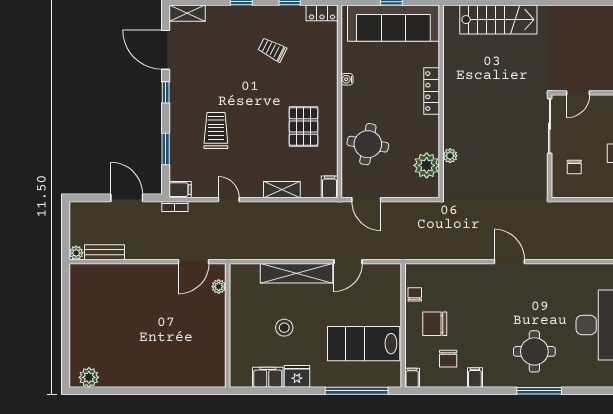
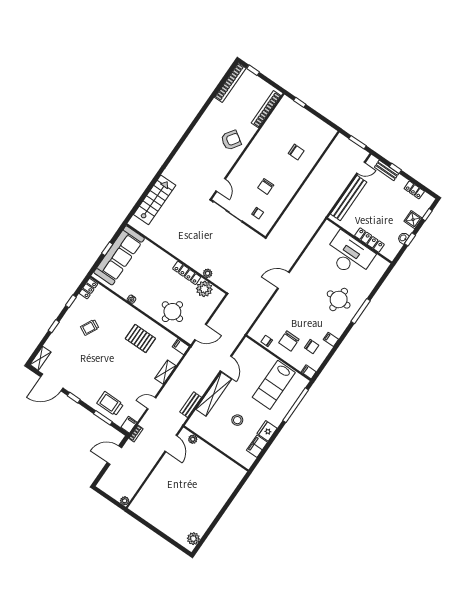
locker: (432, 91) -> (187, 273), moved
trolley: (216, 130) -> (110, 404), moved
bench: (104, 252) -> (191, 405), moved

